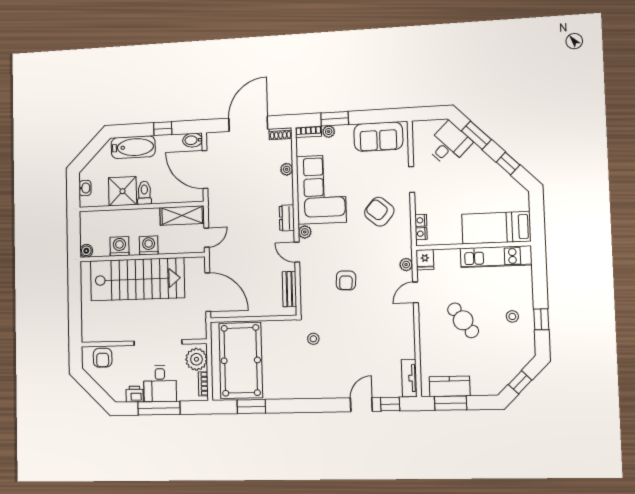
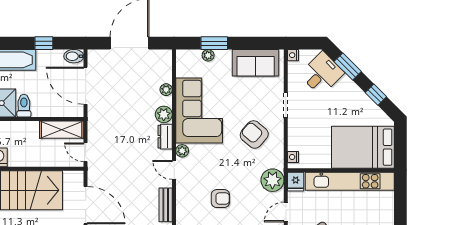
bookcase: (308, 132) -> (188, 54), removed
shoe rack: (280, 134) -> (161, 55), removed
plant: (285, 195) -> (164, 114), added
nightstand: (421, 220) -> (293, 55), moved
bed: (496, 228) -> (363, 147), width x1.50
door: (207, 238) -> (86, 152), swing flipped
washing machine: (149, 245) -> (27, 158), removed
kitchen unit: (496, 257) -> (350, 181), width x1.36
plant: (406, 265) -> (272, 180), width x1.88, depth x1.88
armchair: (346, 280) -> (220, 199), turned -93

